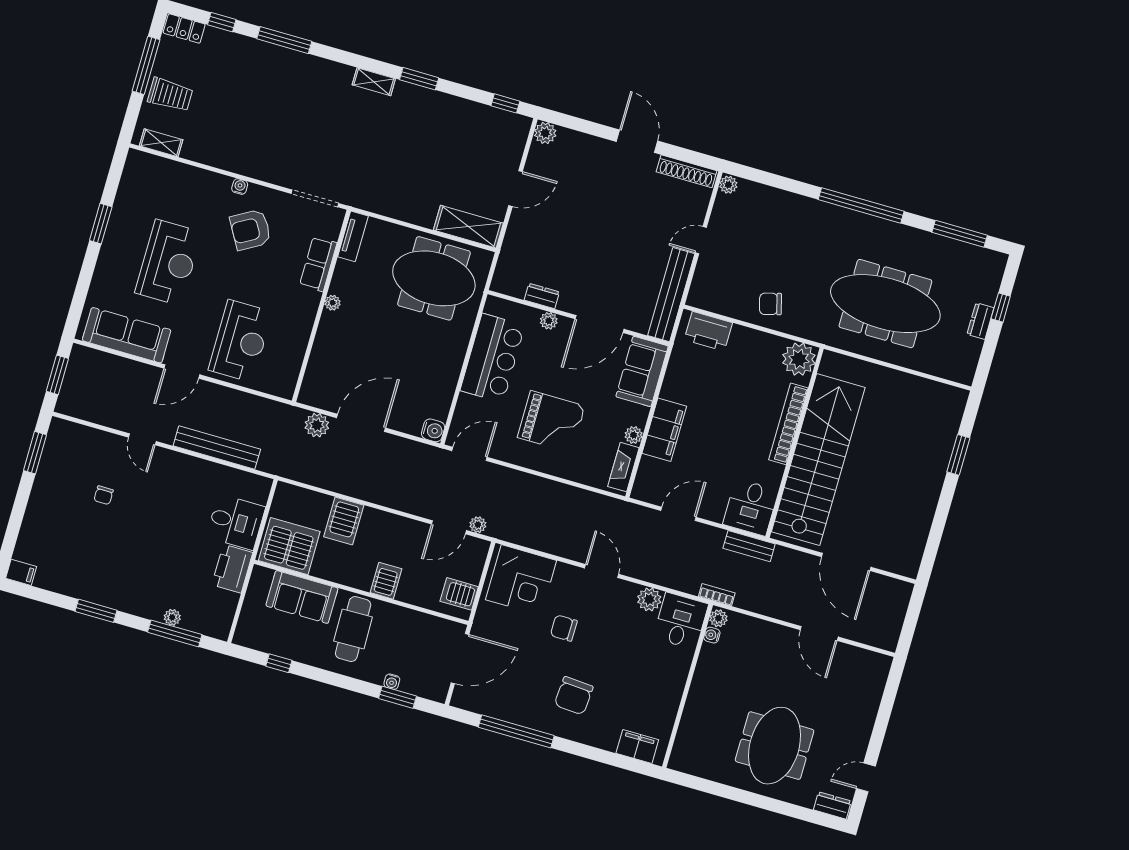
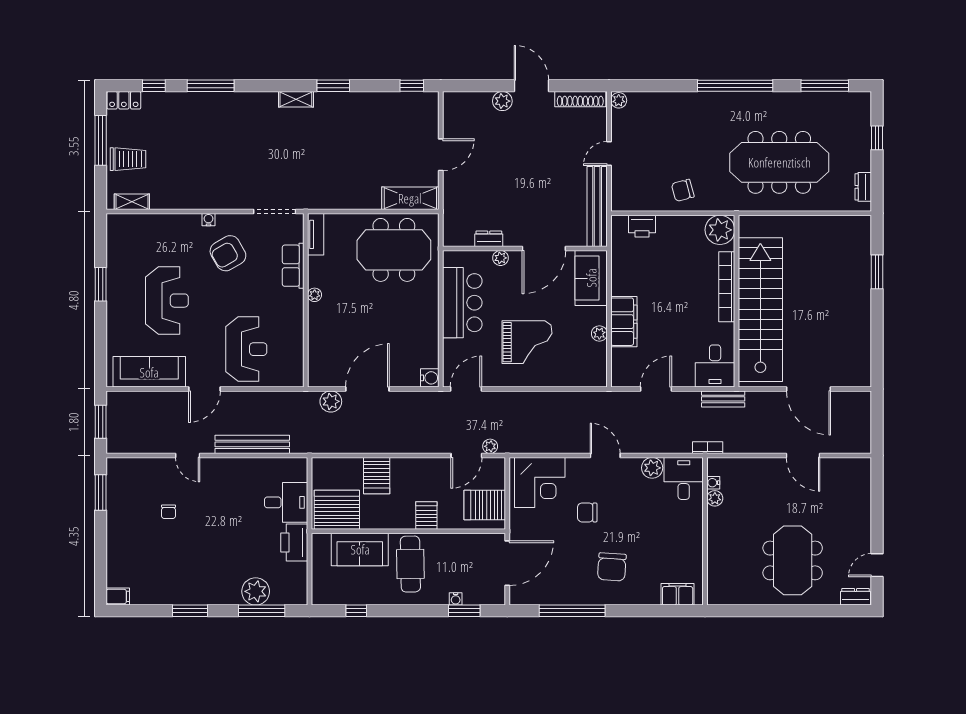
plant: (545, 133) -> (502, 101), moved
dresser: (980, 321) -> (863, 187), moved
printer: (708, 331) -> (642, 226), width x0.73, depth x0.84
fireplace: (623, 467) -> (599, 363), removed
server rack: (459, 594) -> (485, 505), width x1.36, depth x1.44
plant: (172, 617) -> (256, 591), width x1.87, depth x1.87
plant: (718, 618) -> (715, 498), moved

